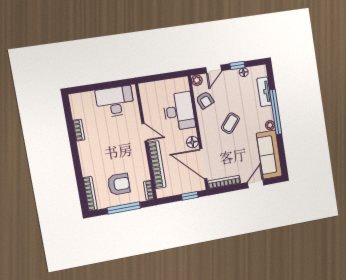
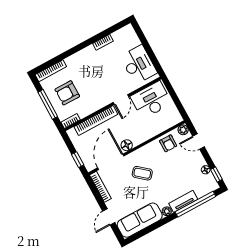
window: (237, 65) -> (216, 174), moved
tv unit: (264, 92) -> (183, 201), moved
armchair: (205, 100) -> (168, 143), turned -67
desk: (179, 111) -> (151, 100), moved, turned 180
window: (276, 112) -> (195, 204), moved
coffee table: (230, 123) -> (142, 173), moved
armchair: (119, 184) -> (67, 93), turned 90
door: (256, 184) -> (109, 217), swing flipped

